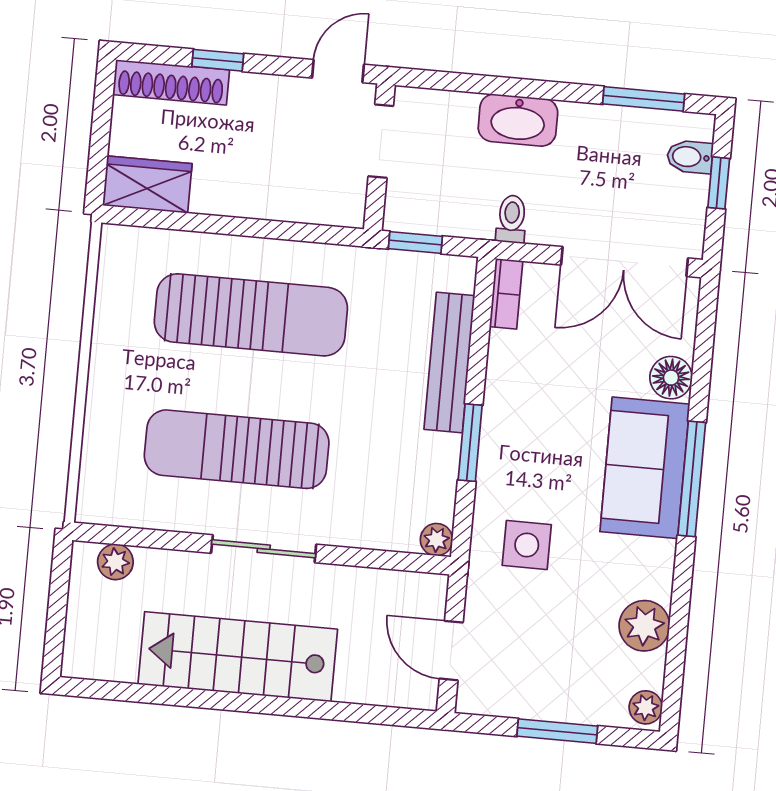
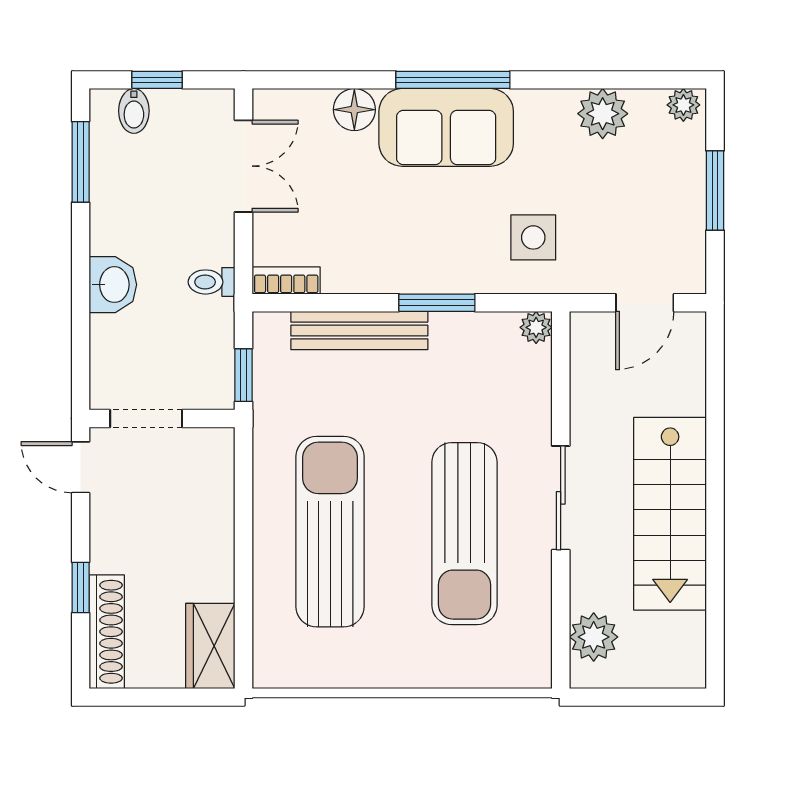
washbasin: (518, 120) -> (113, 285), width x0.72
double door: (625, 262) -> (244, 166), width x0.73
plant: (115, 562) -> (594, 637), width x1.38, depth x1.38

